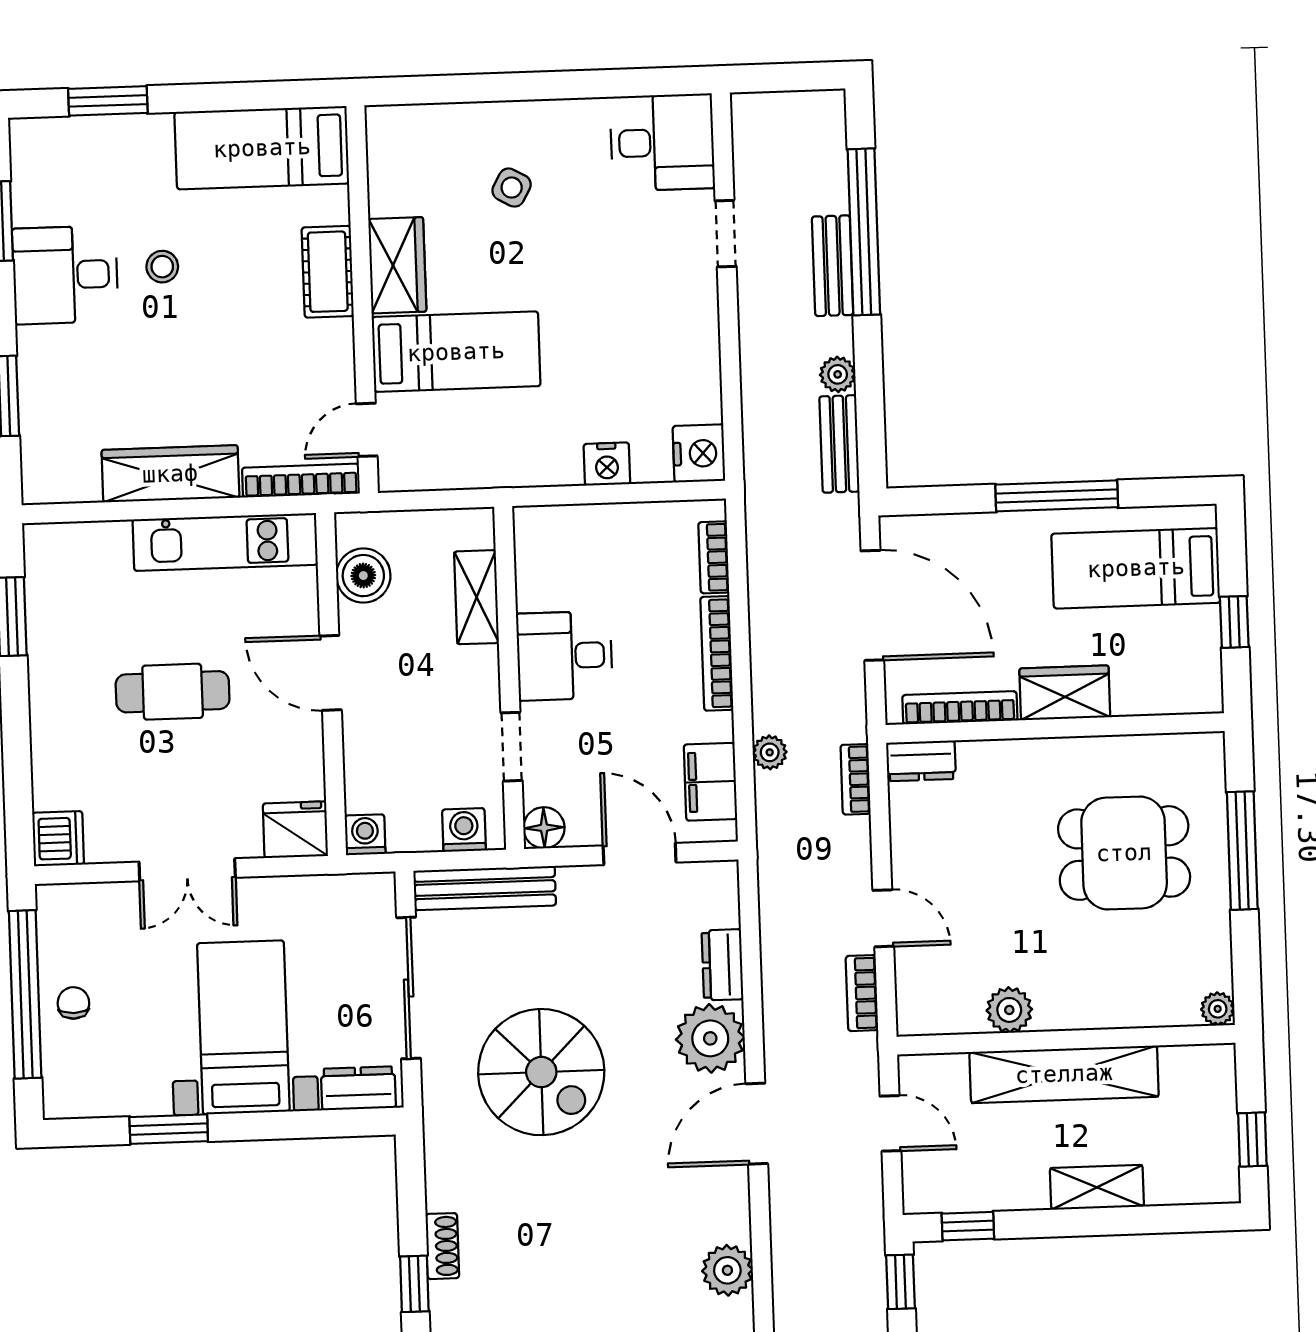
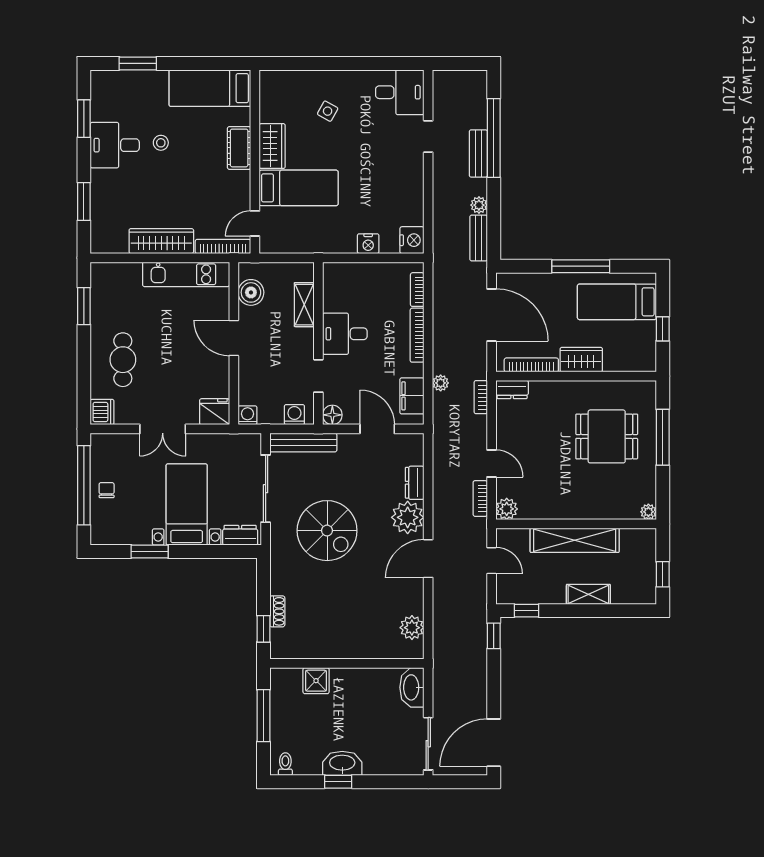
cafe table: (173, 692) -> (123, 360), moved, turned 90
plant: (1009, 1010) -> (507, 509), moved

